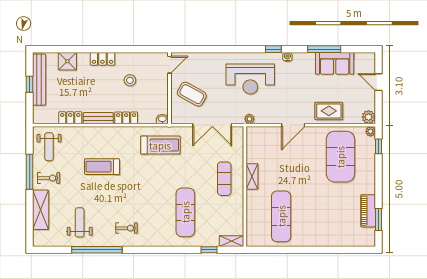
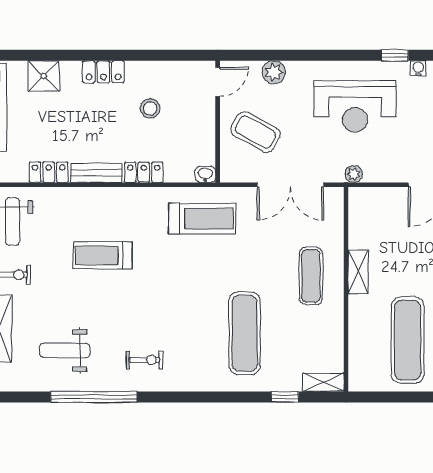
plant: (202, 59) -> (274, 72), added
weight bench: (80, 222) -> (65, 350), turned -90

